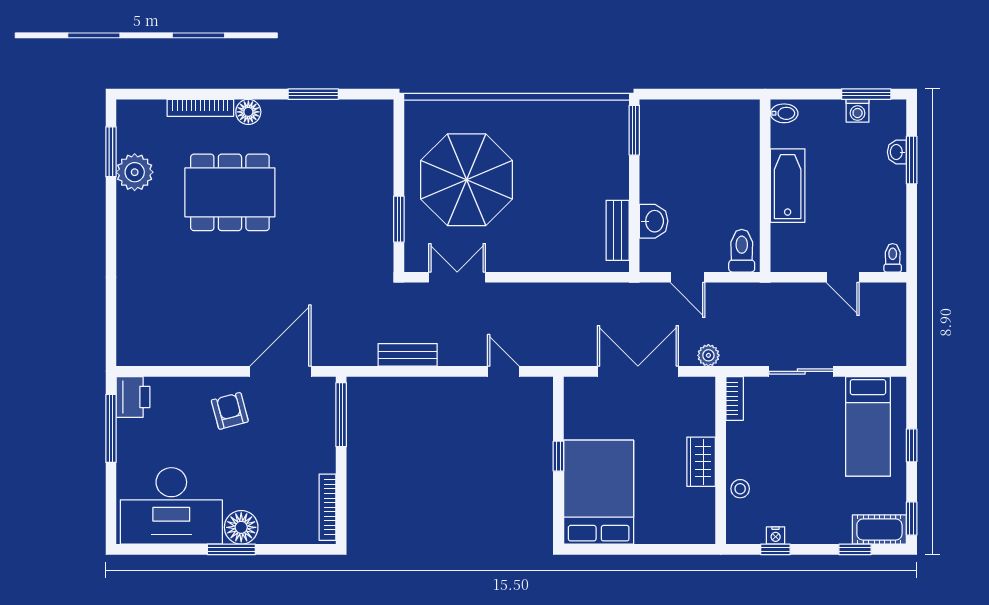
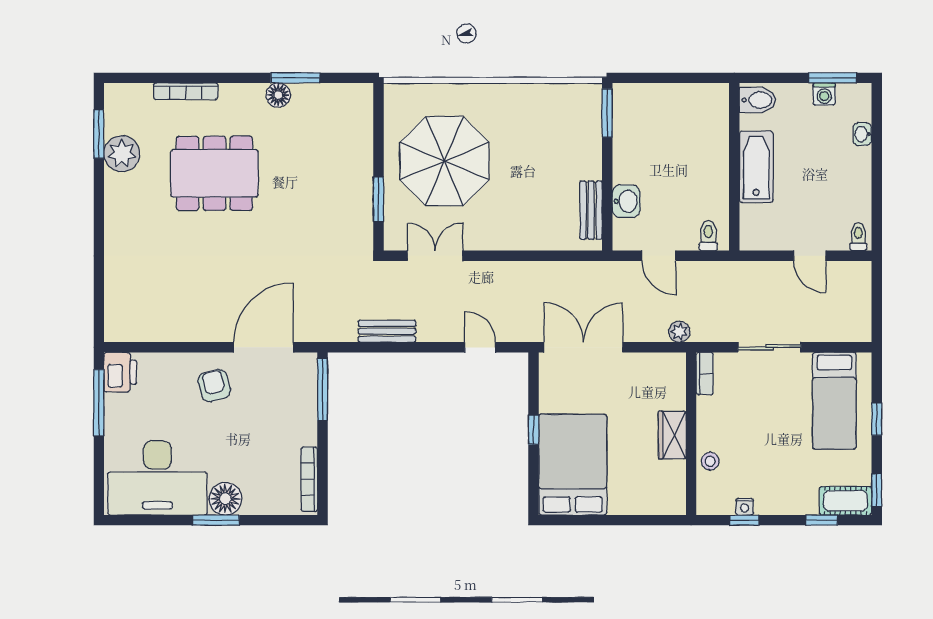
floor lamp: (248, 112) -> (278, 95), moved
bidet: (784, 113) -> (758, 100), width x1.38, depth x1.36
window: (912, 160) -> (877, 142), removed
toilet: (742, 251) -> (708, 236), width x0.73, depth x0.72
double door: (638, 371) -> (583, 347), moved

